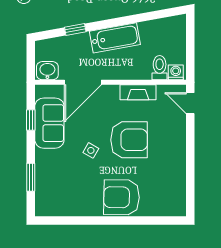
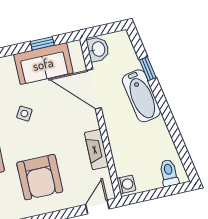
bathtub: (115, 38) -> (141, 96), moved
toilet: (160, 68) -> (169, 173), moved, turned -90
armchair: (129, 140) -> (40, 177), moved

